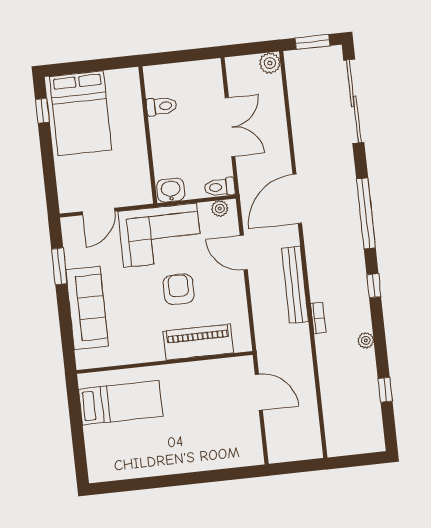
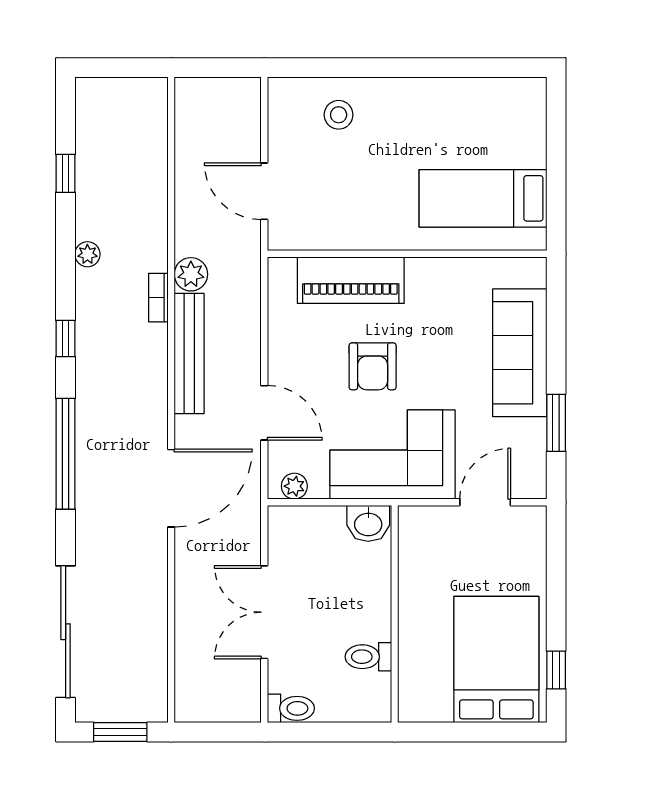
plant: (270, 63) -> (191, 274), moved
toilet: (220, 187) -> (291, 708), moved
stool: (217, 445) -> (339, 115), added

